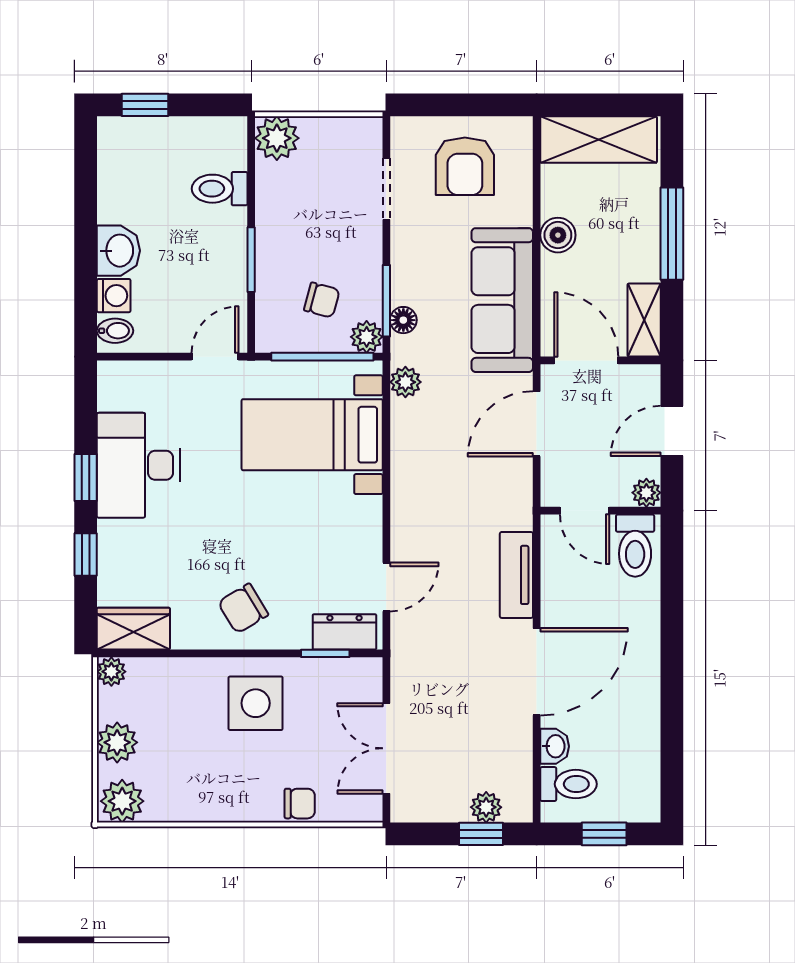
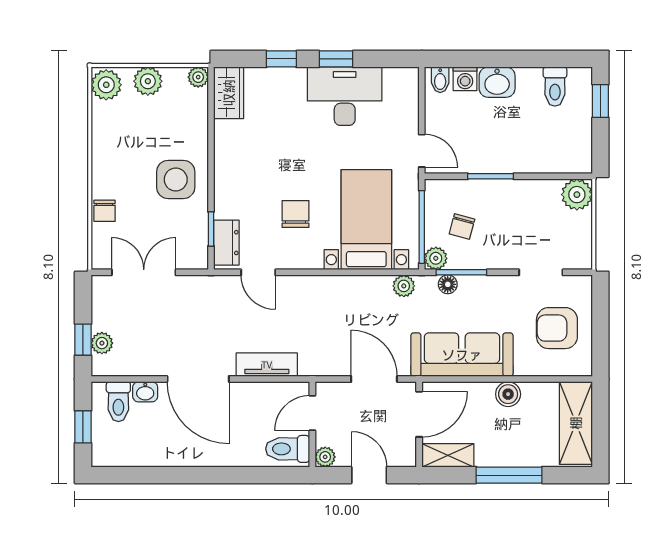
toilet: (220, 189) -> (555, 87), moved, turned 180
chair: (243, 609) -> (296, 214), moved, turned 31

